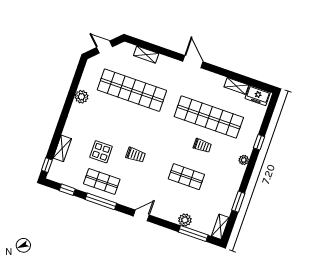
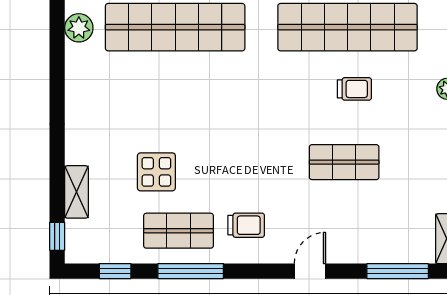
plant: (81, 97) -> (79, 28), moved
trolley: (136, 155) -> (246, 225), moved
door: (141, 215) -> (310, 271), moved
plant: (185, 220) -> (371, 250), removed

